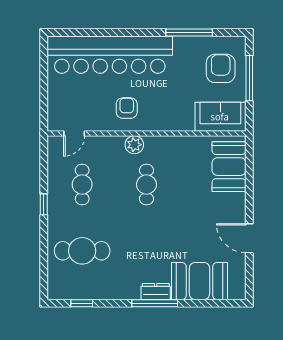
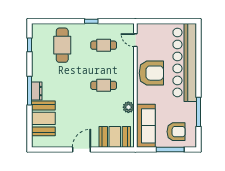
armchair: (127, 108) -> (151, 73), width x1.88, depth x1.88
sofa: (220, 117) -> (146, 126), width x1.36
plant: (134, 145) -> (128, 107), moved
door: (249, 238) -> (82, 149), moved

